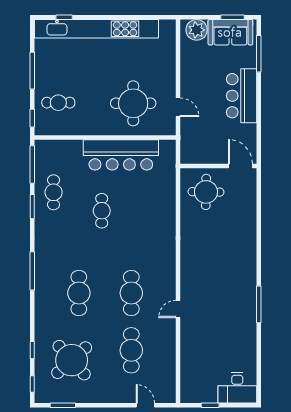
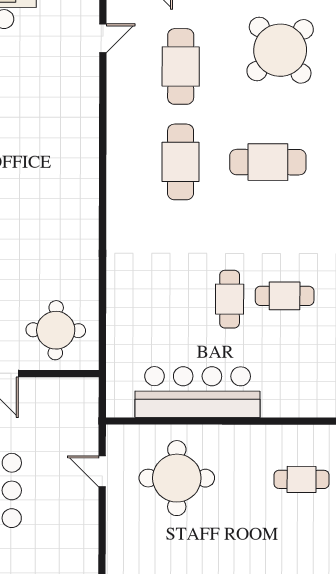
cafe table: (54, 192) -> (285, 296), moved, turned 90
cafe table: (79, 293) -> (268, 162), turned 90
door: (178, 309) -> (103, 38), moved

